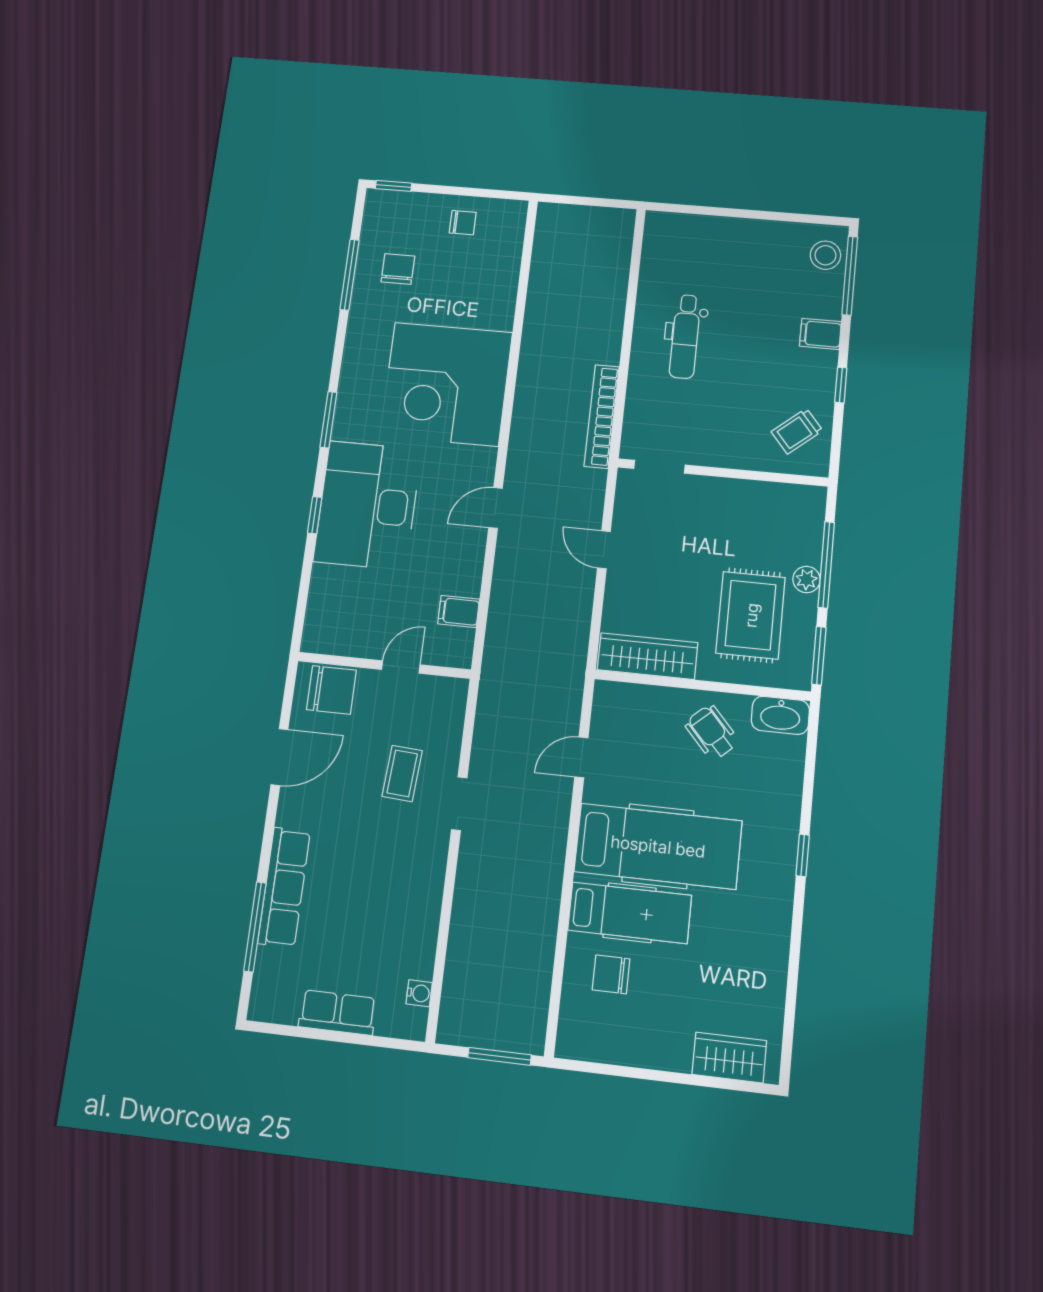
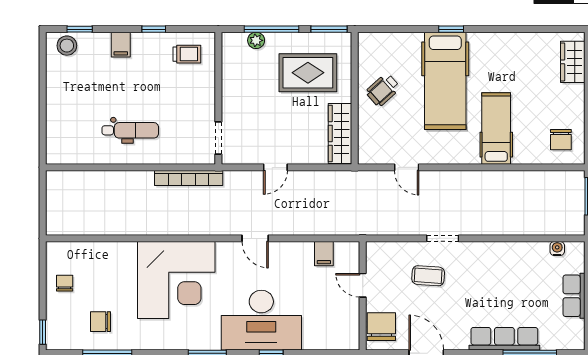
window: (850, 276) -> (80, 29), width x0.46
trolley: (797, 431) -> (187, 54), turned -50
plant: (807, 580) -> (256, 40), moved
washbasin: (780, 715) -> (368, 49), removed
hospital bed: (658, 846) -> (445, 81), moved, turned 180
chair: (611, 974) -> (561, 140), moved

